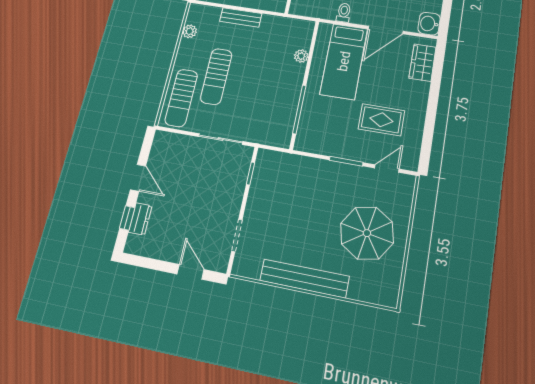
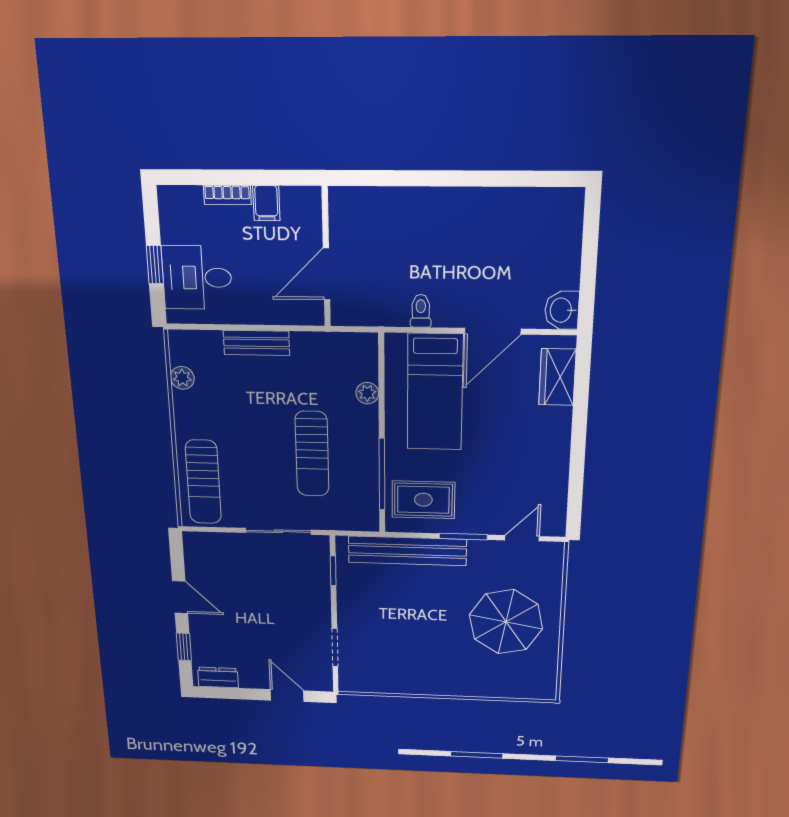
sun lounger: (216, 76) -> (312, 454), moved
rug: (381, 120) -> (423, 500), moved
dresser: (140, 219) -> (218, 677), moved, turned -90
bench: (304, 278) -> (407, 551), moved

